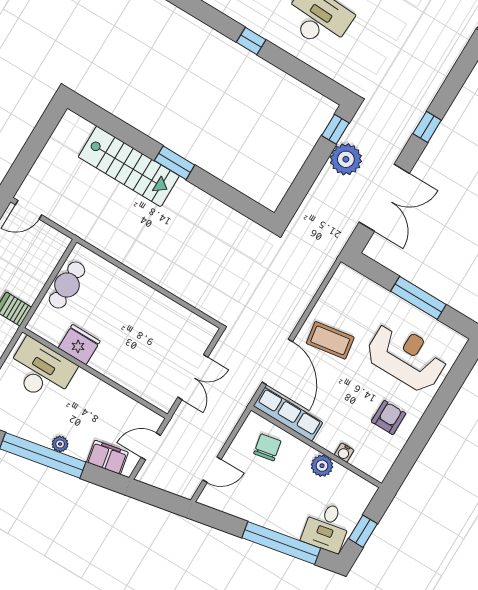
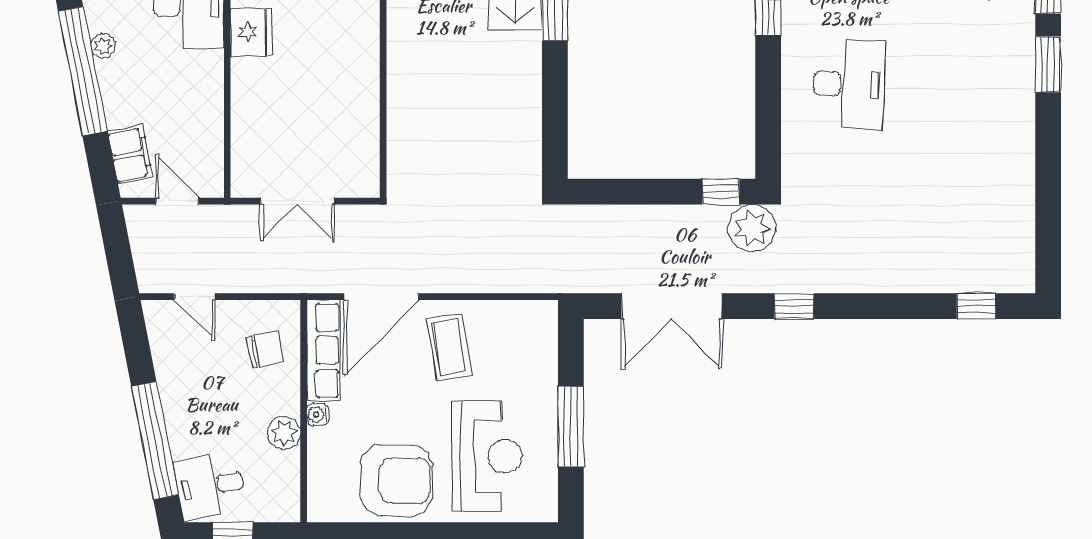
plant: (346, 159) -> (752, 228), moved
armchair: (389, 418) -> (396, 480), width x1.88, depth x1.88
plant: (60, 444) -> (103, 46), moved
water cooler: (344, 453) -> (318, 414), moved

